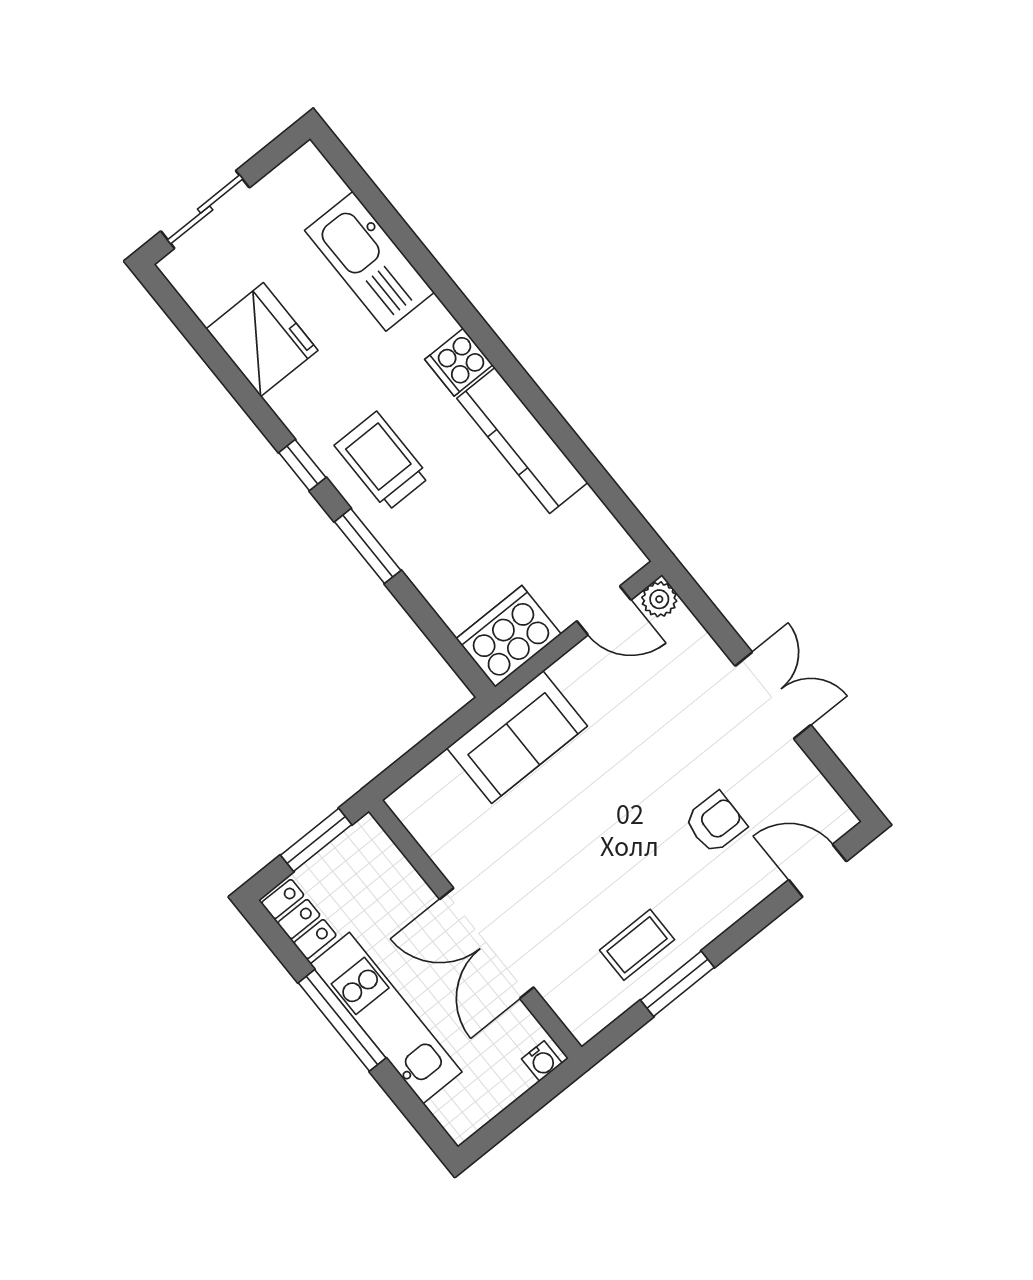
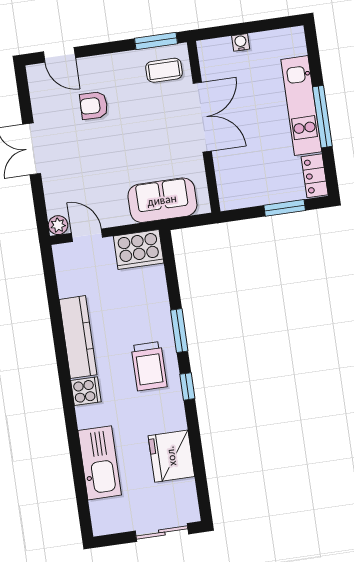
wall: (475, 929) -> (204, 127), moved
double door: (487, 943) -> (202, 117), moved

